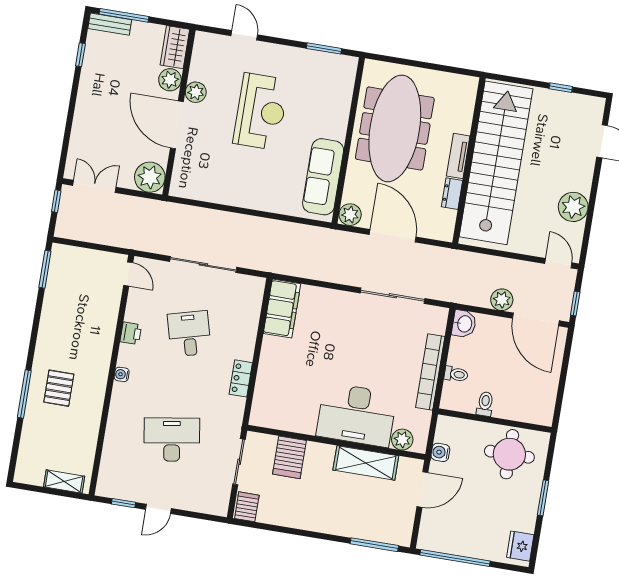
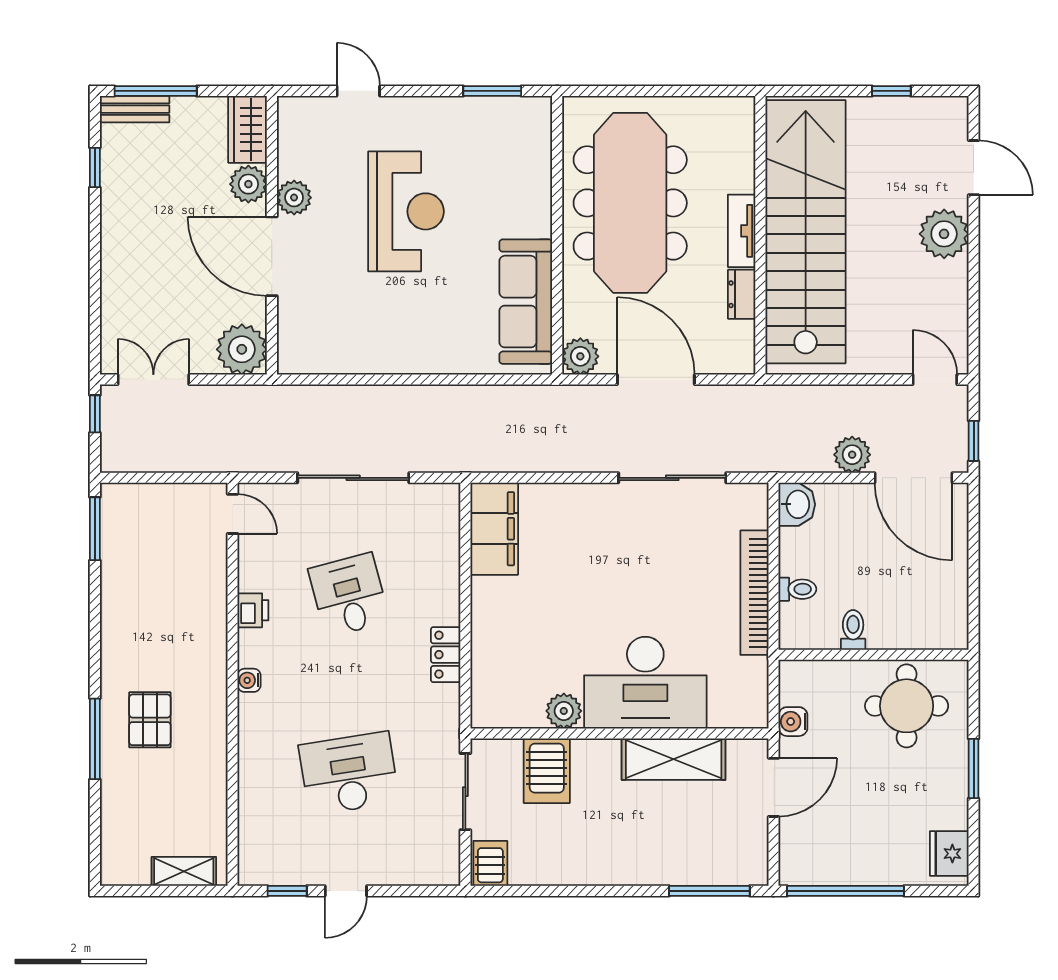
plant: (573, 207) -> (944, 234), moved
plant: (402, 440) -> (564, 711), moved

